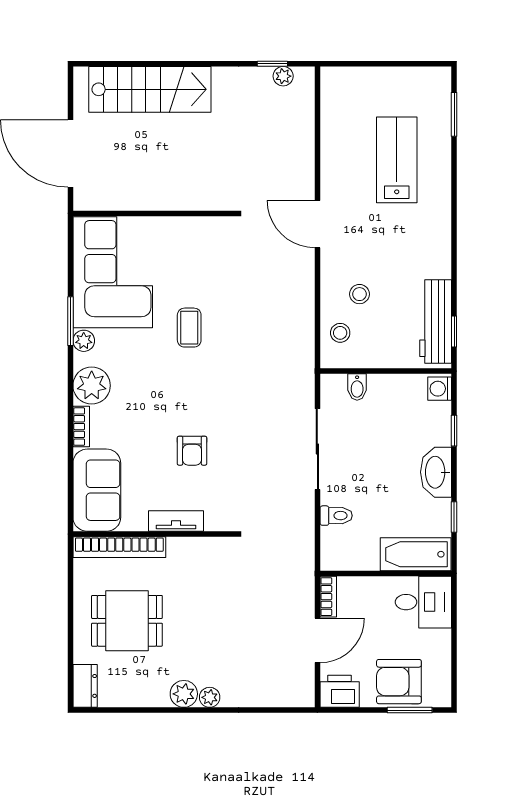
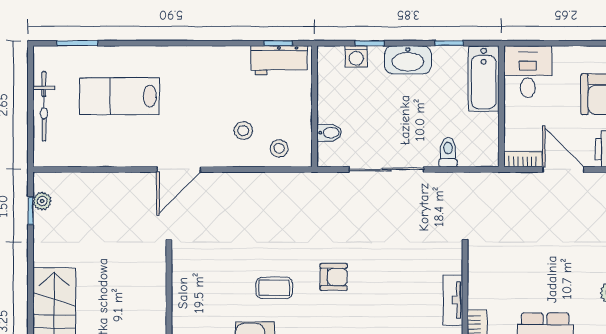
bicycle: (386, 78) -> (44, 106), added
workbench: (436, 321) -> (279, 60), width x0.73
washing machine: (440, 389) -> (356, 57), moved
armchair: (192, 451) -> (334, 277), moved

